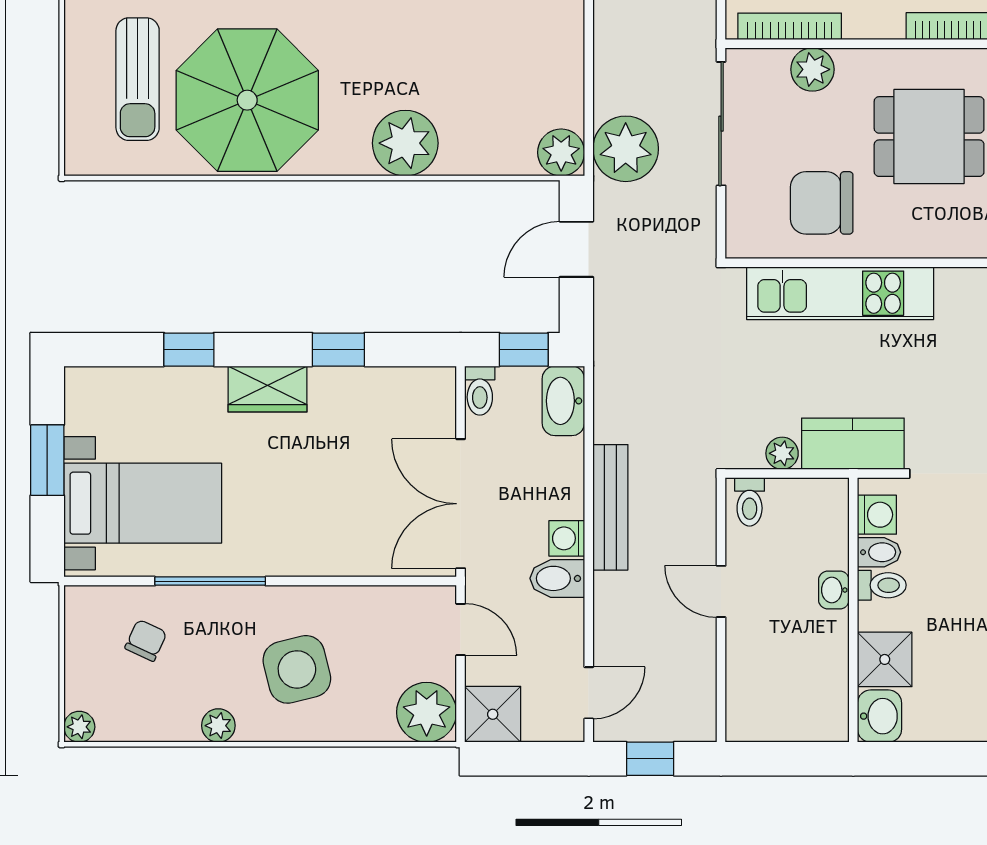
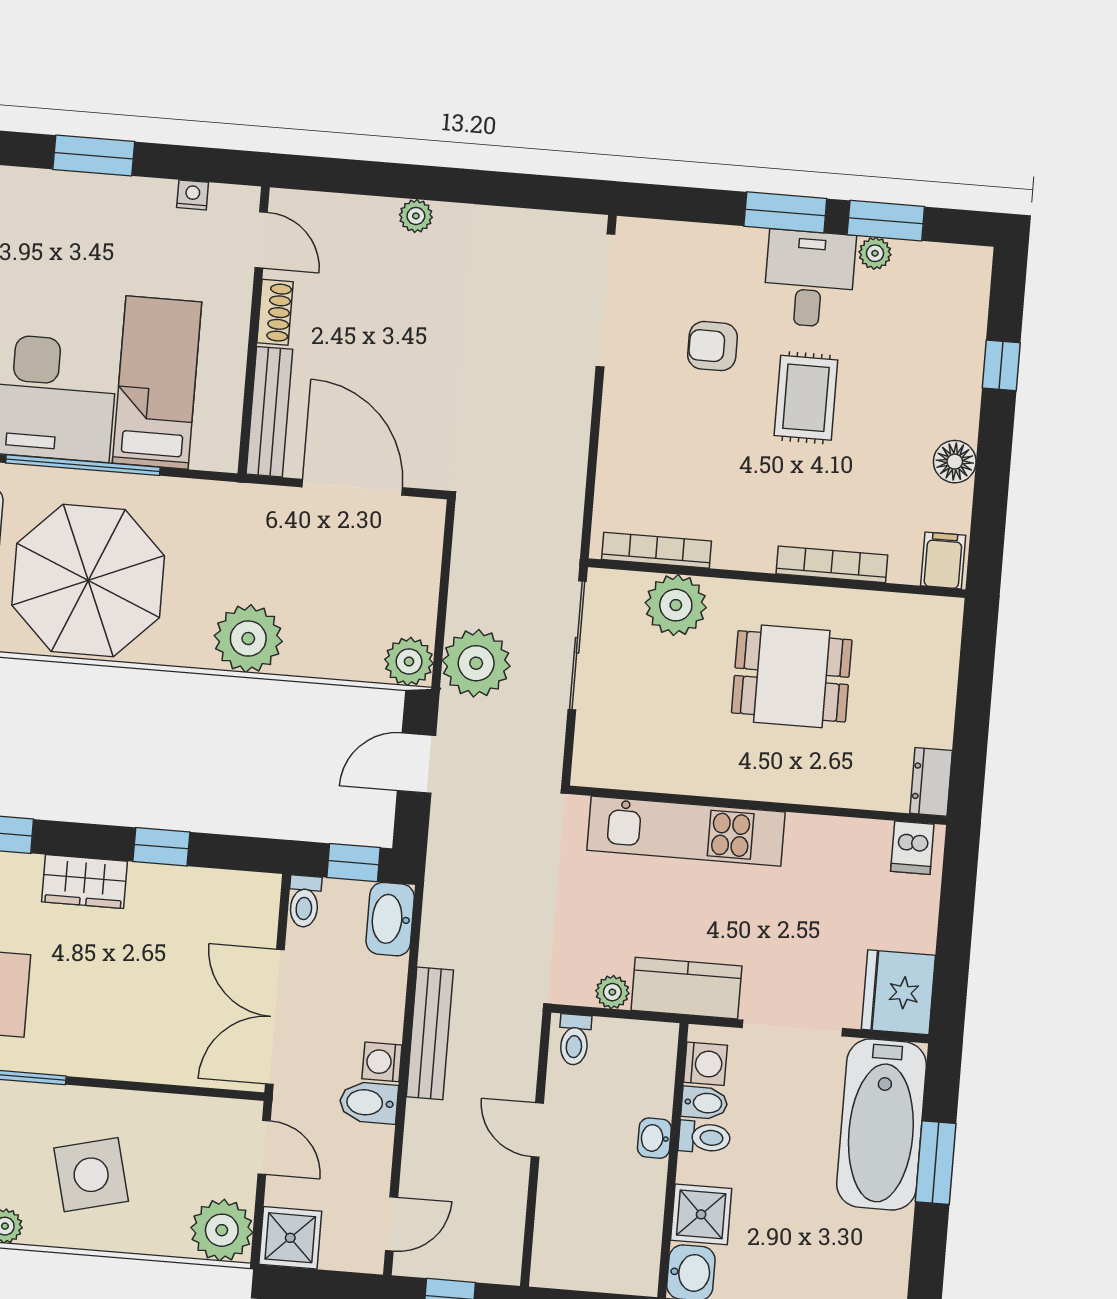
plant: (812, 69) -> (676, 605), width x1.36, depth x1.36
chair: (822, 203) -> (675, 736), removed

